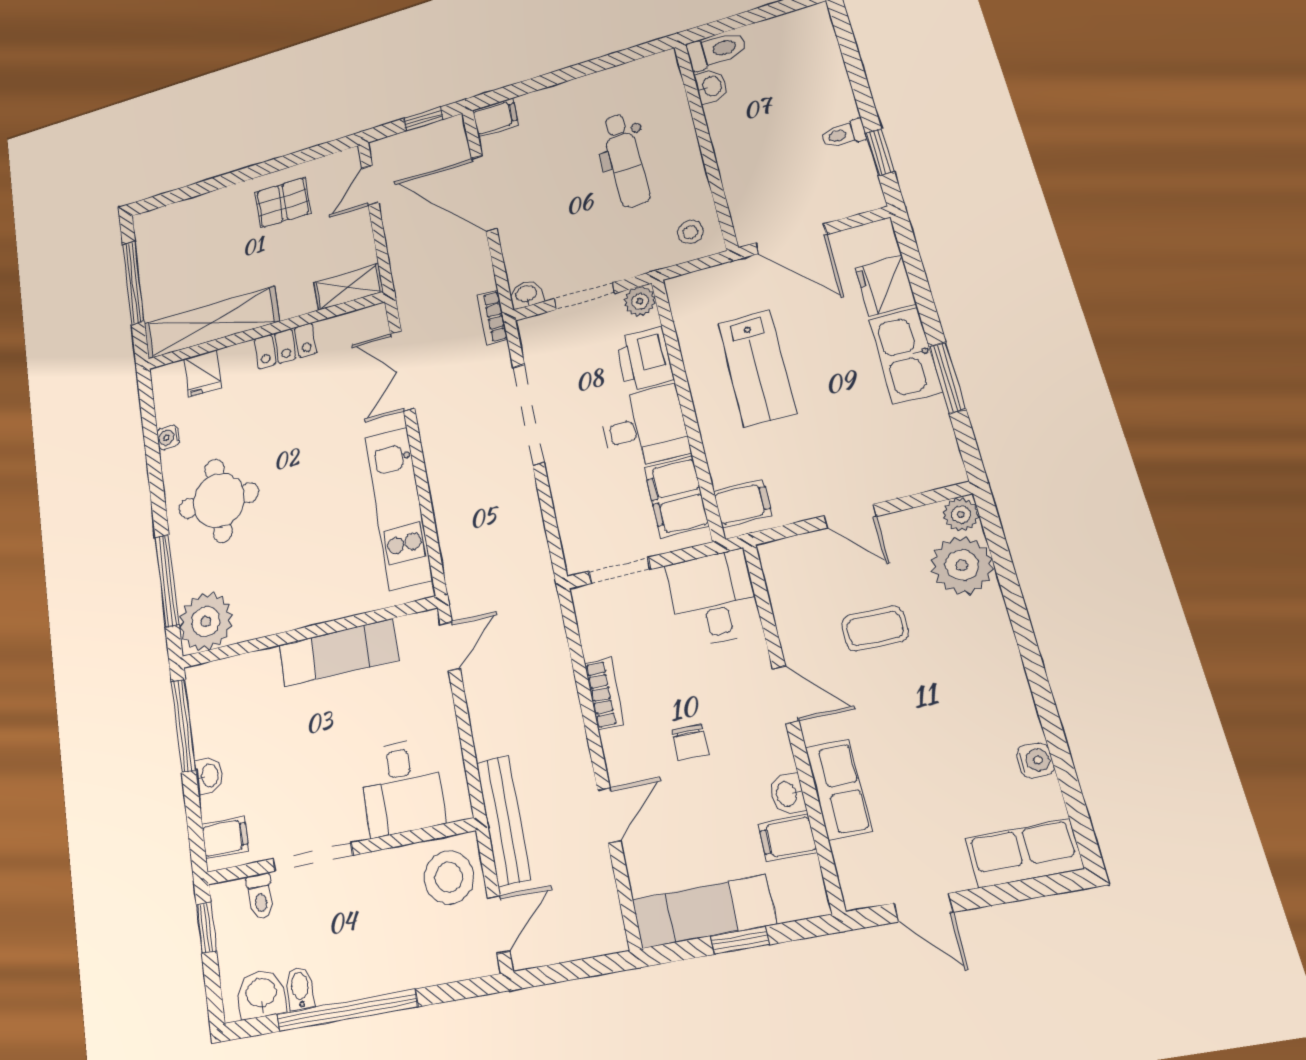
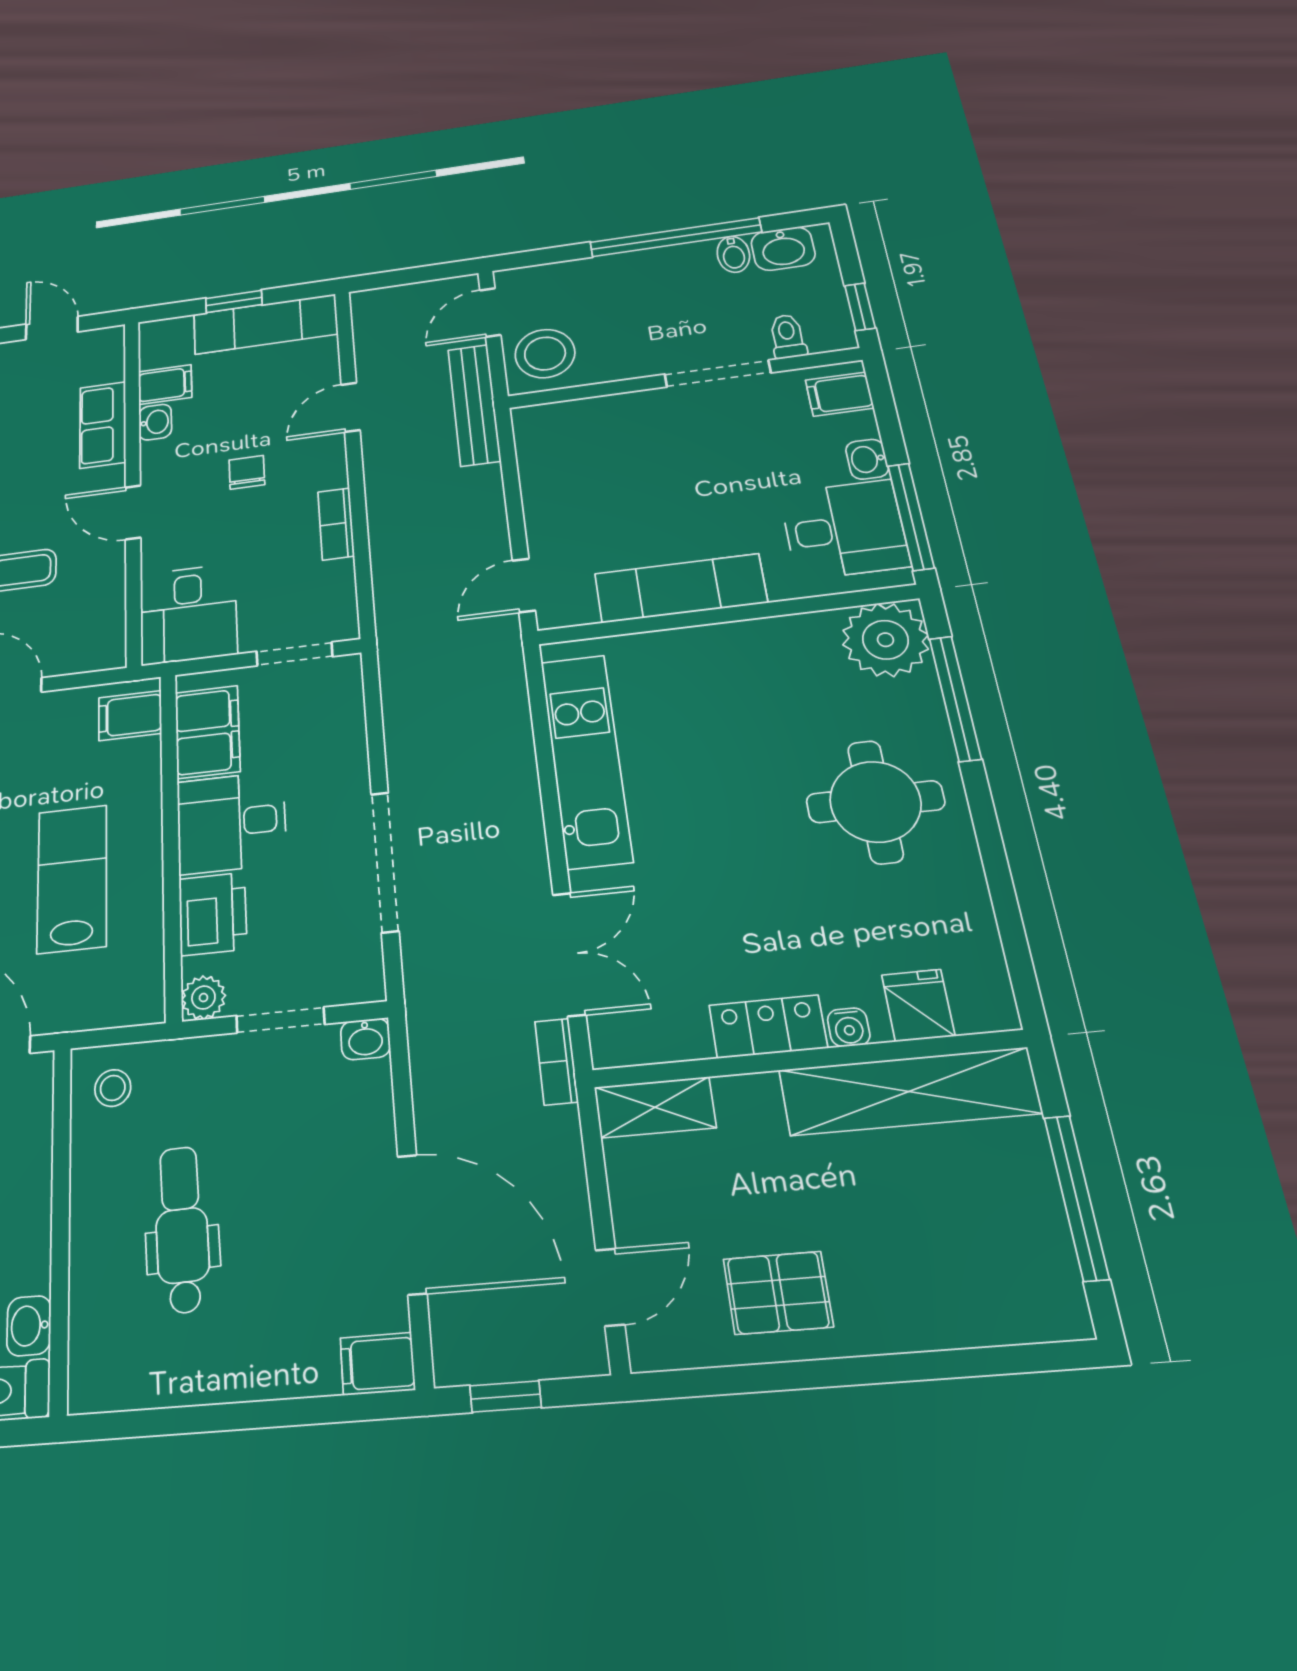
bookcase: (492, 317) -> (556, 1061), moved, turned 180
water cooler: (168, 437) -> (849, 1027), moved, turned 90
desk: (402, 787) -> (844, 529), moved, turned 90

